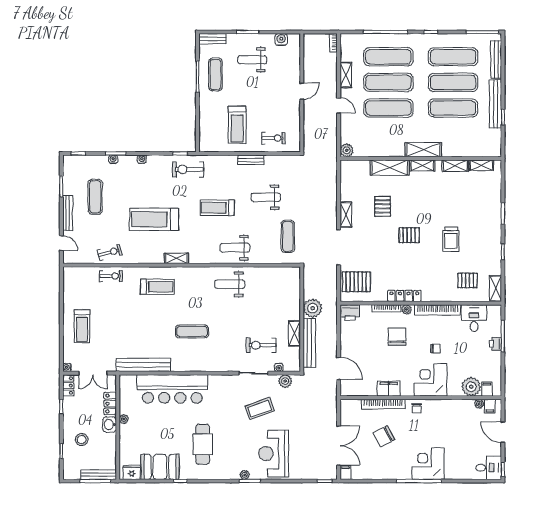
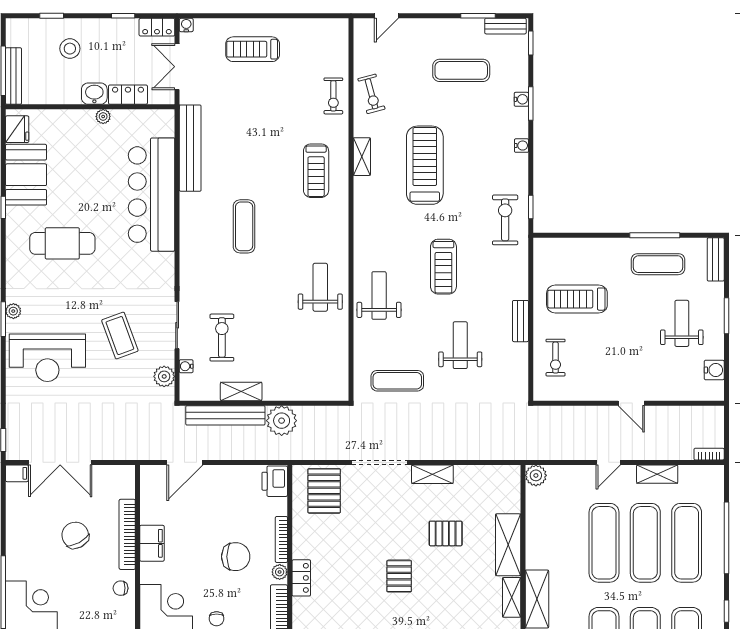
treadmill: (217, 208) -> (443, 267), turned 180
bench: (68, 213) -> (505, 26), moved, width x0.73
shelving: (176, 258) -> (362, 157), moved
locker: (404, 296) -> (301, 578), width x0.66
reception desk: (274, 454) -> (47, 358), turned 180

